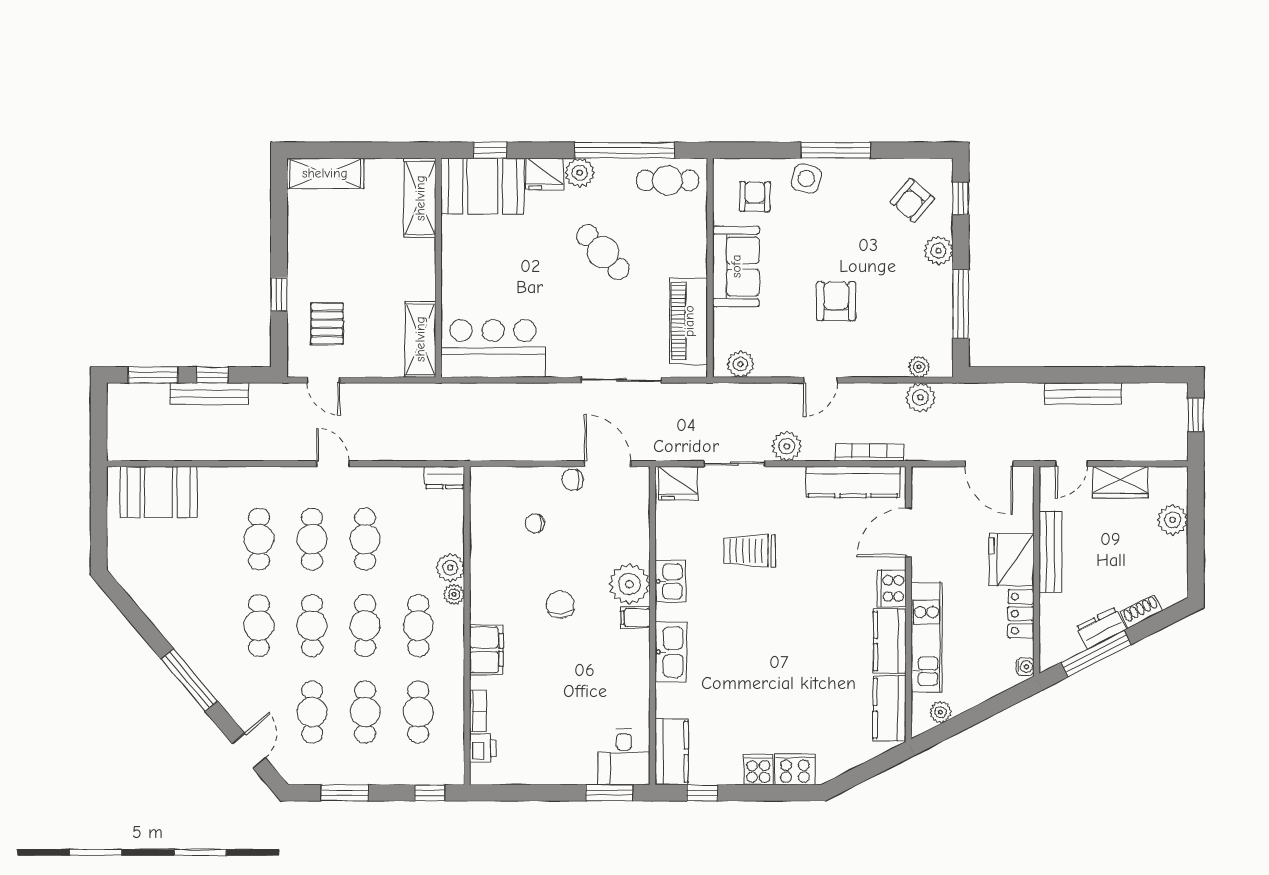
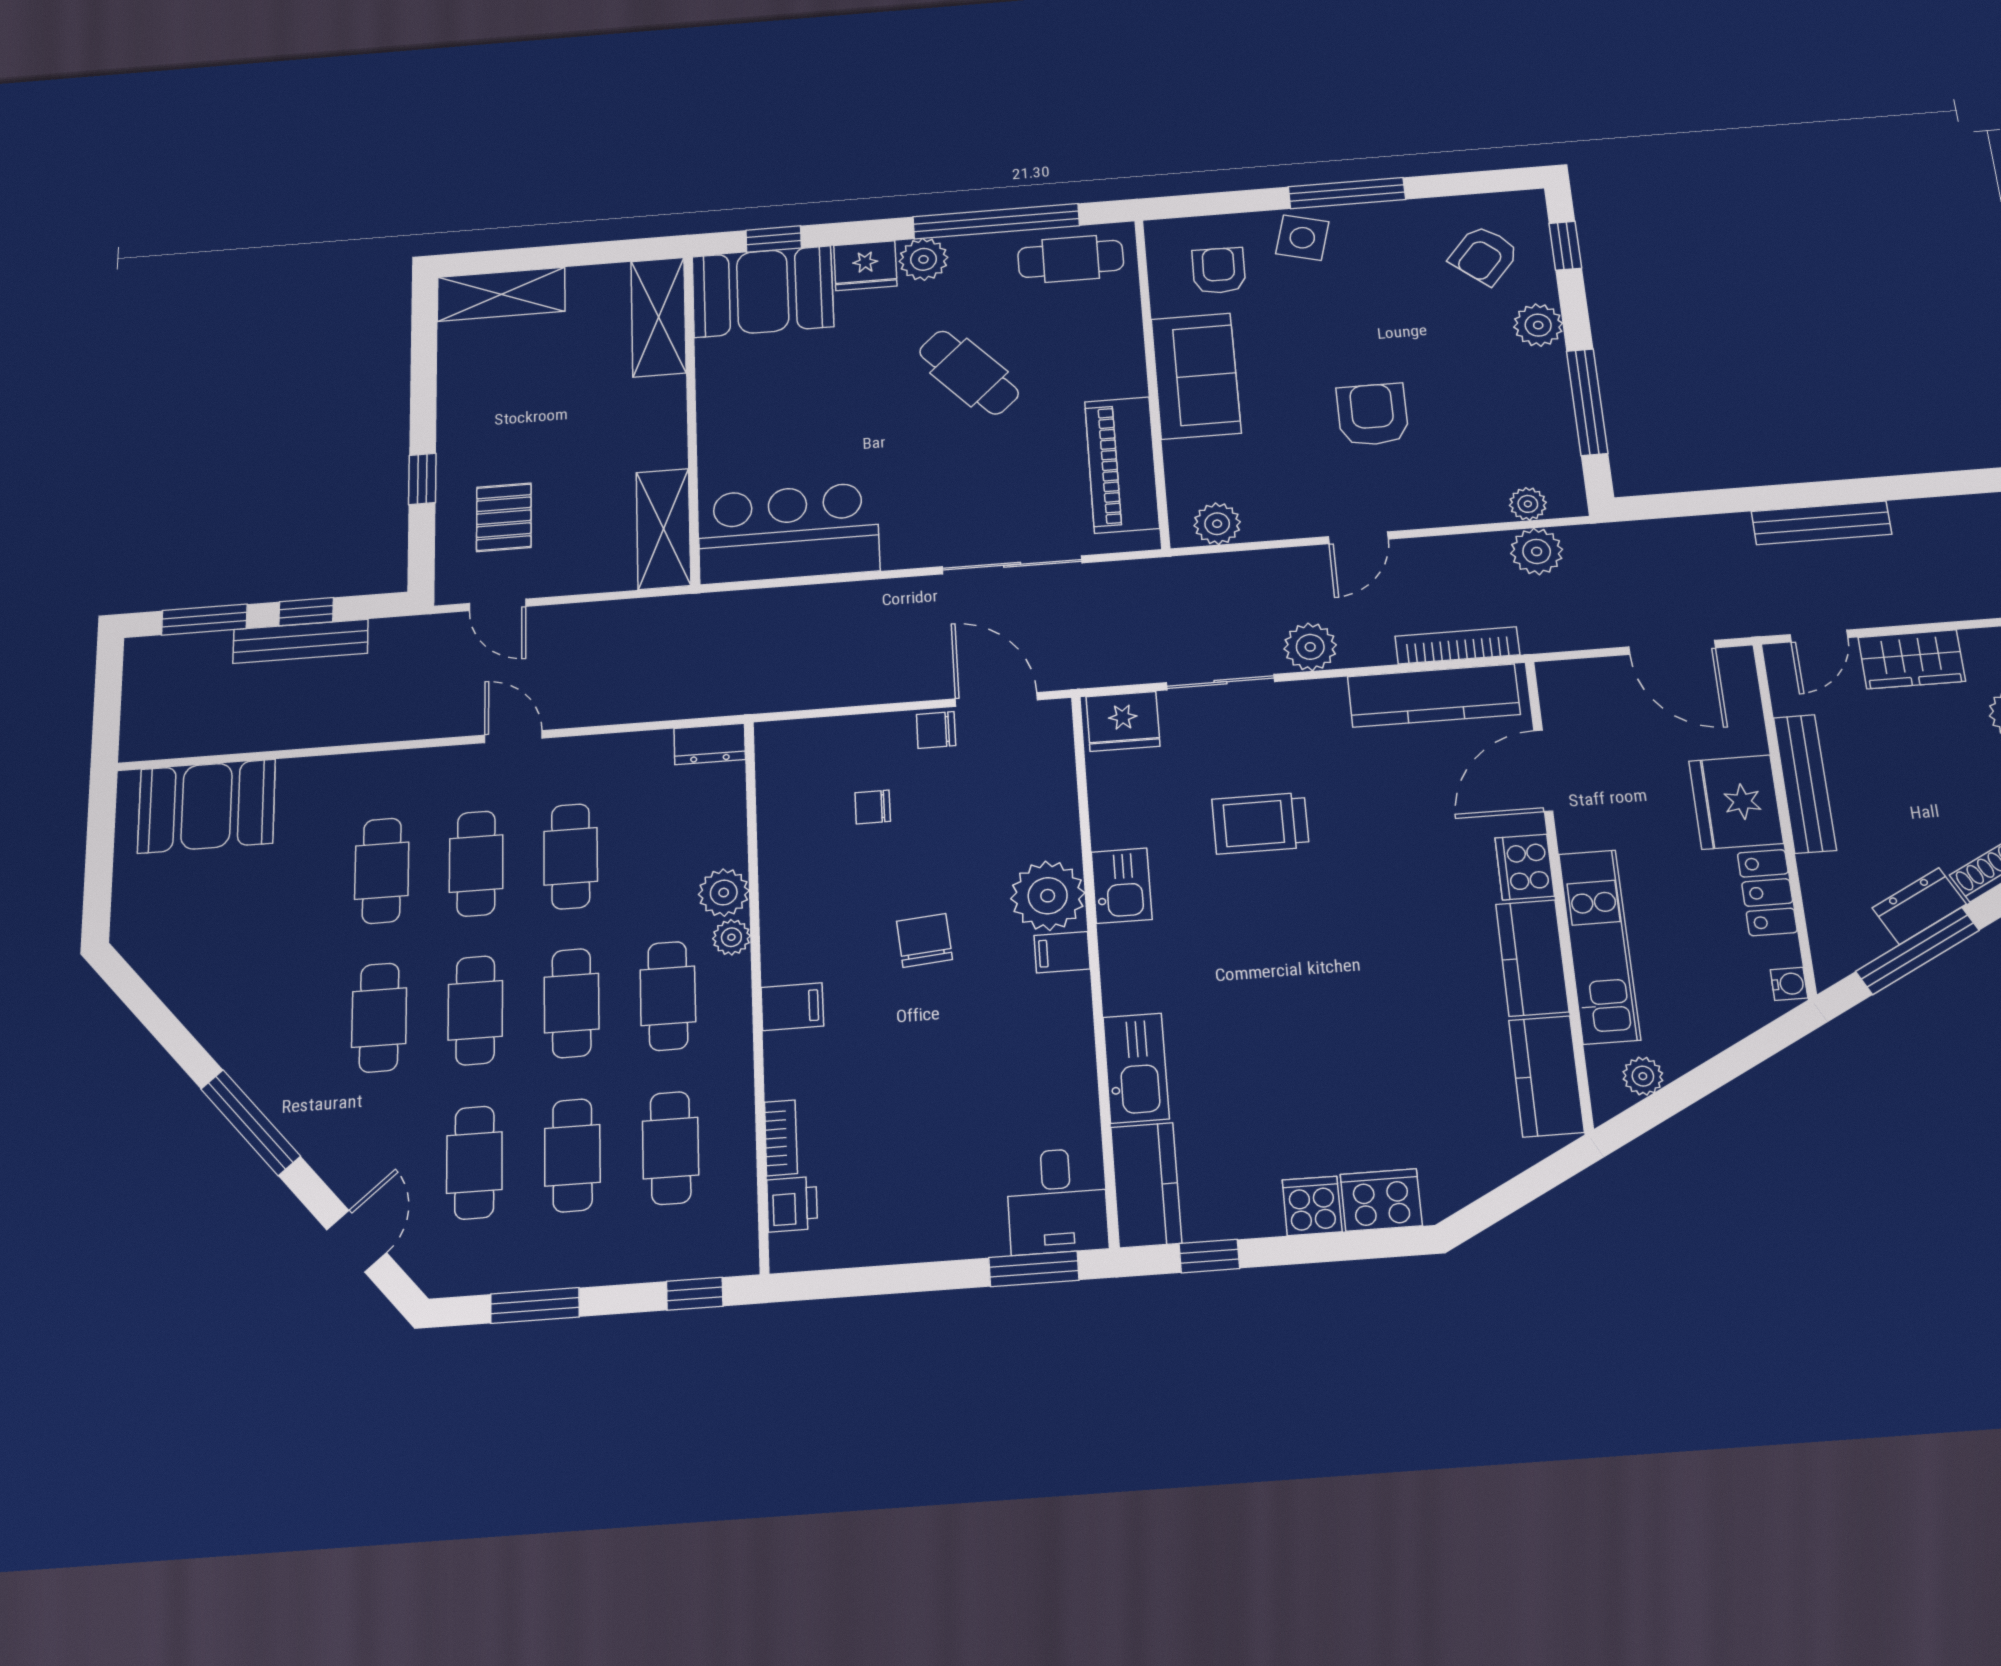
filing cabinet: (486, 650) -> (792, 1007), width x0.50
kitchen sink: (671, 652) -> (1136, 1068), moved

